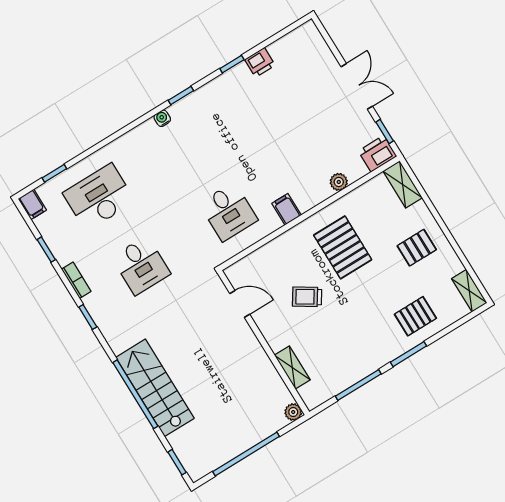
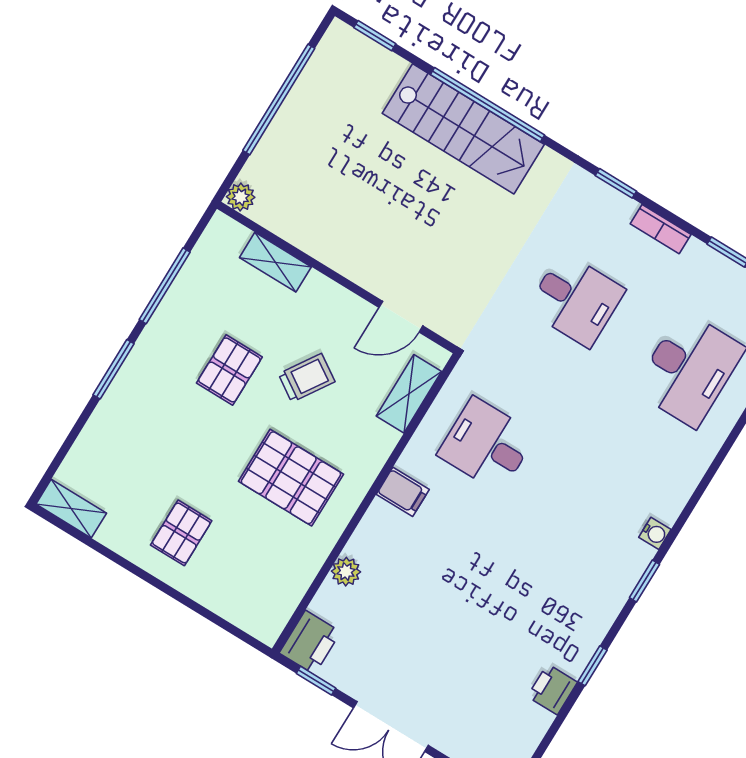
shelving: (403, 184) -> (409, 394), moved, turned 90
desk: (141, 265) -> (576, 300), turned 180
pallet: (415, 316) -> (229, 370), moved

